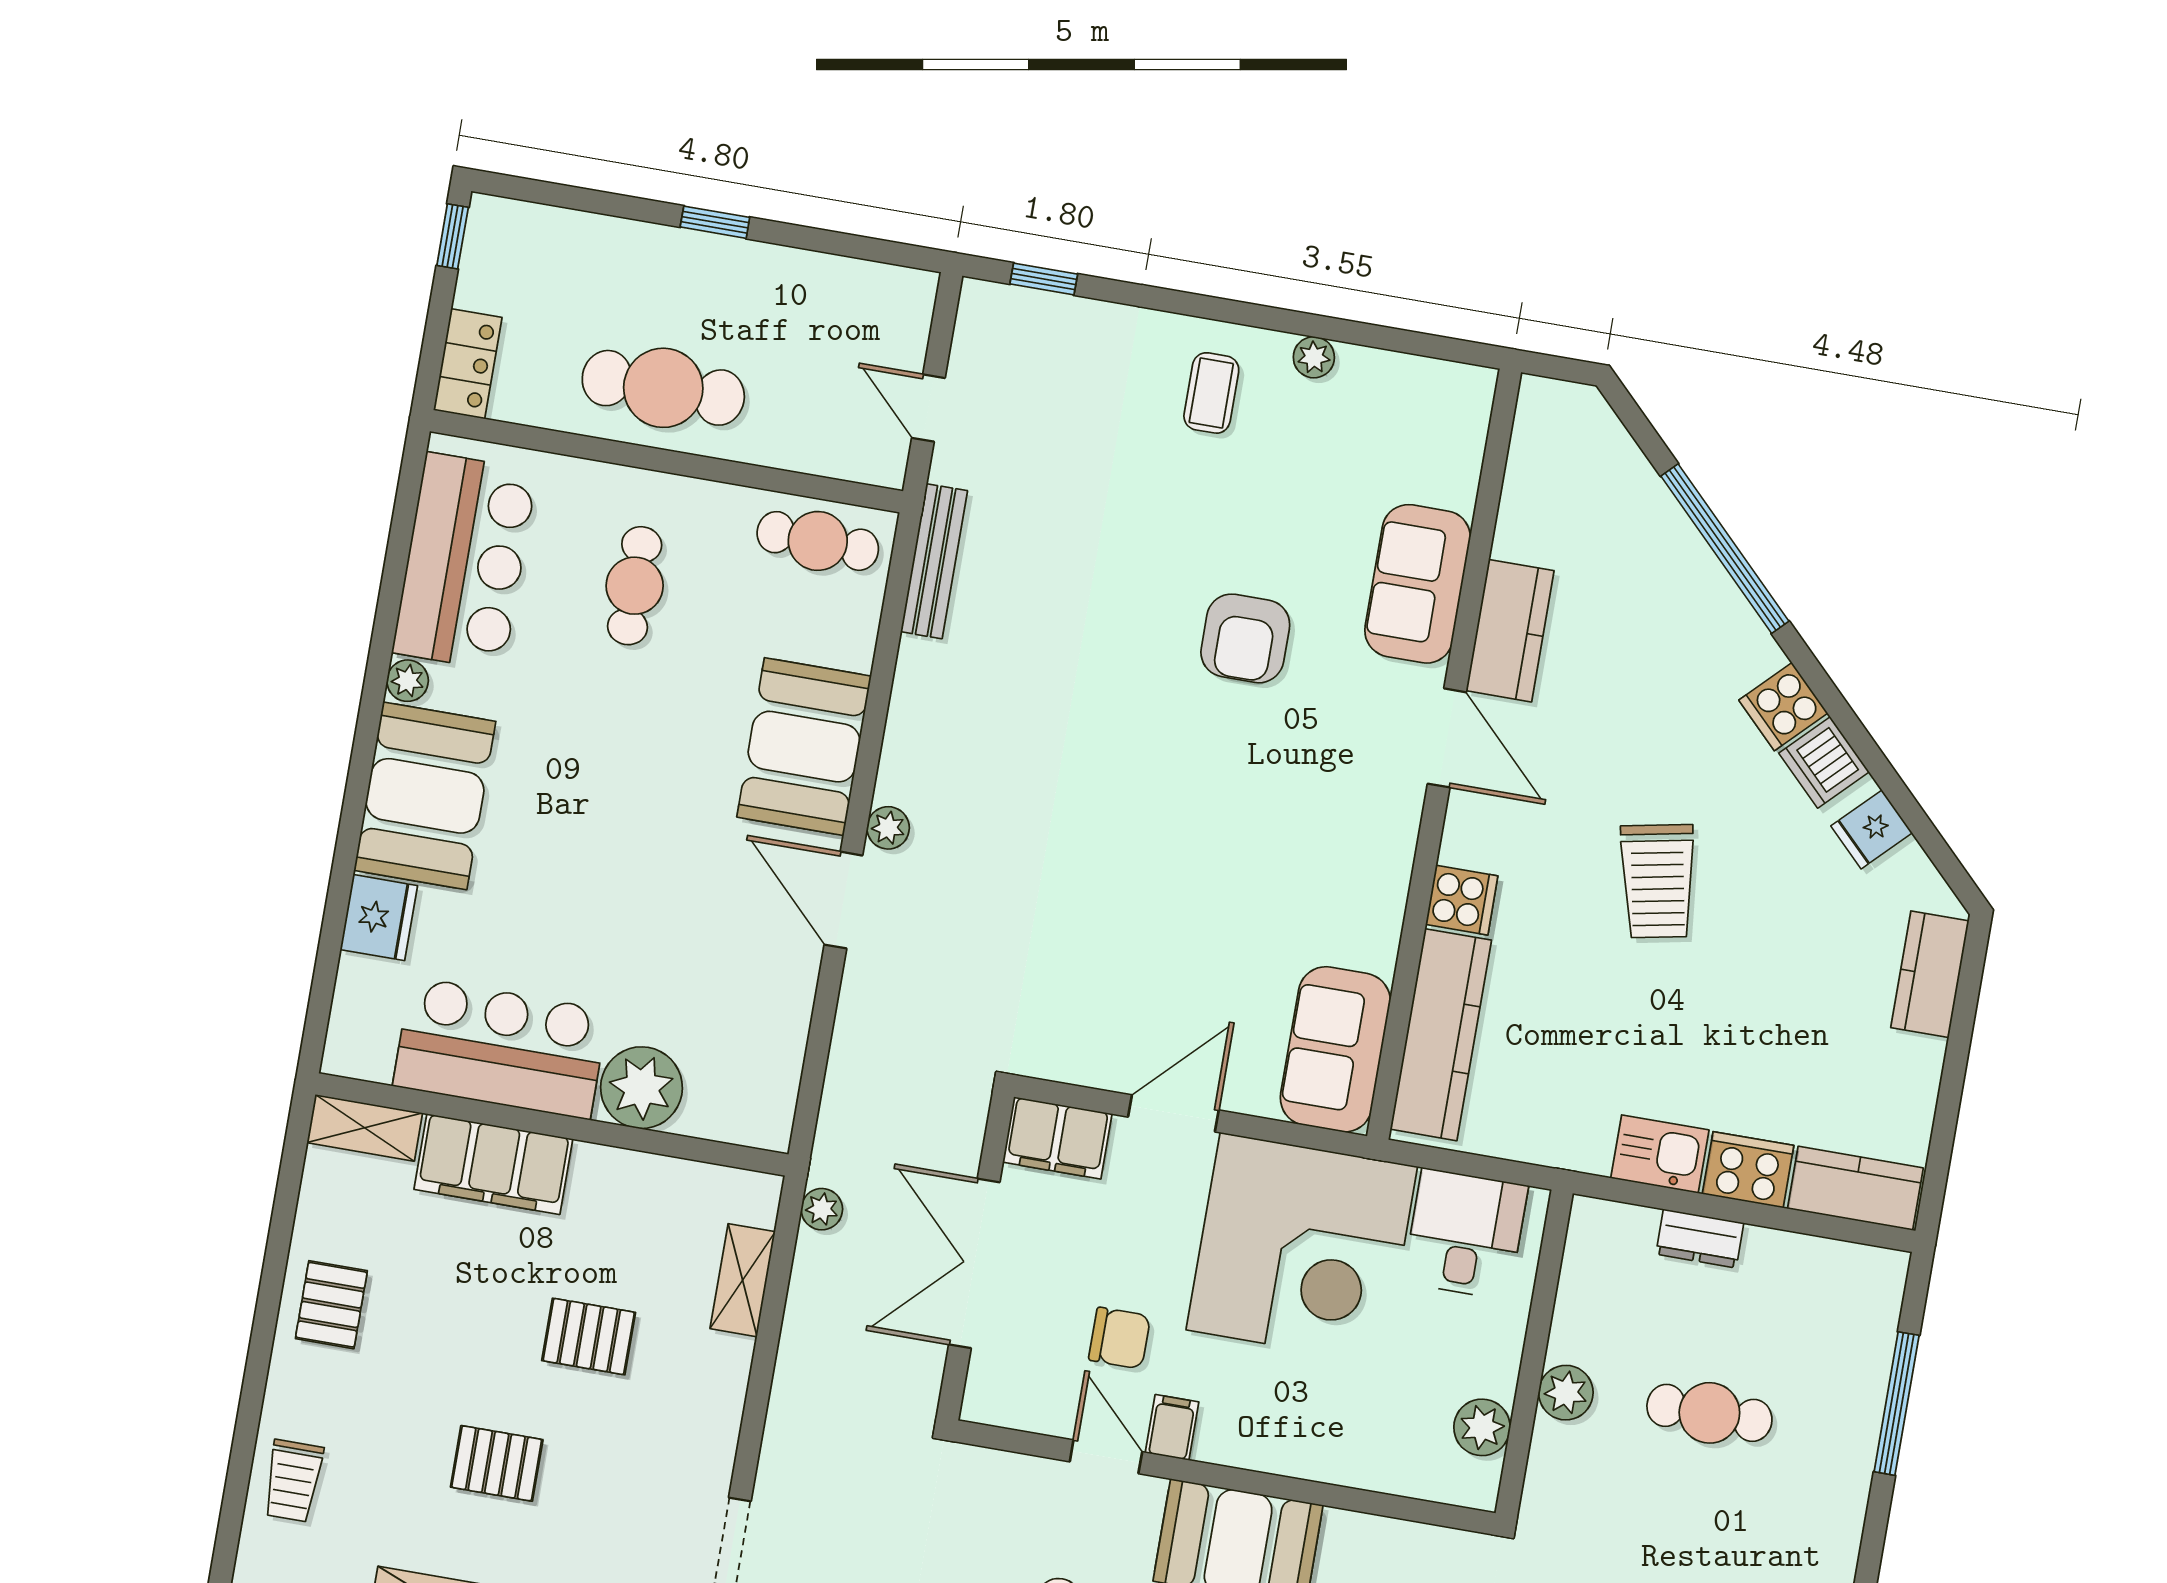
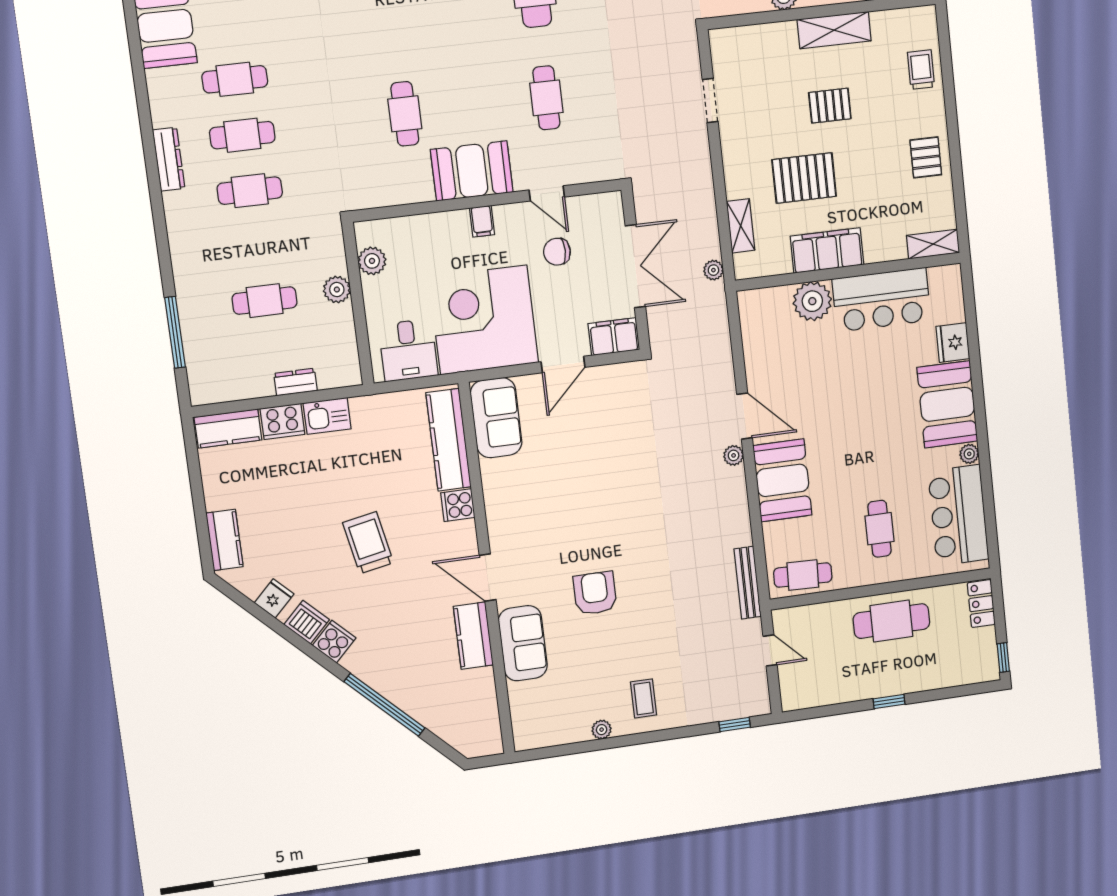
filing cabinet: (493, 1164) -> (827, 250), moved
pallet: (589, 1336) -> (804, 178), width x1.50, depth x1.42
filing cabinet: (1172, 1427) -> (482, 221), moved

